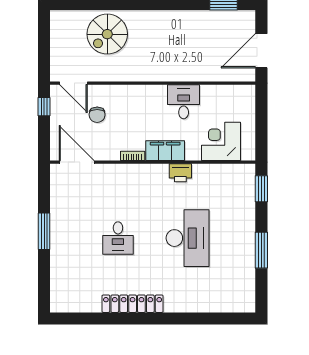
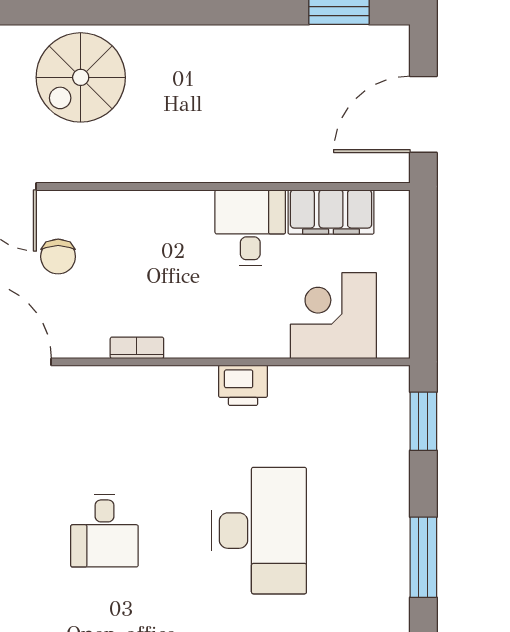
filing cabinet: (165, 151) -> (331, 212), moved, turned 180

